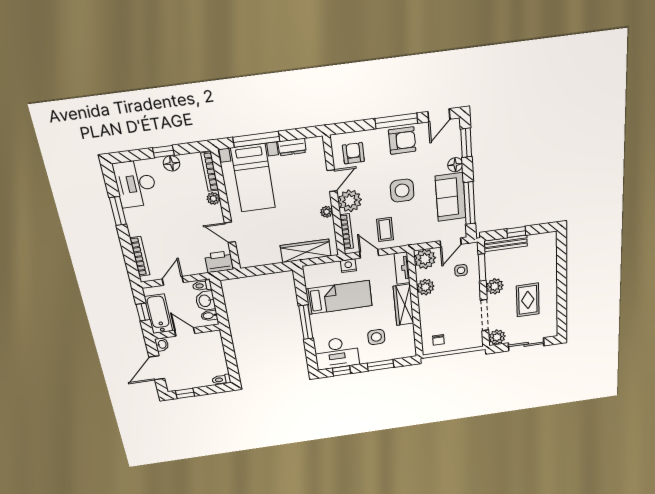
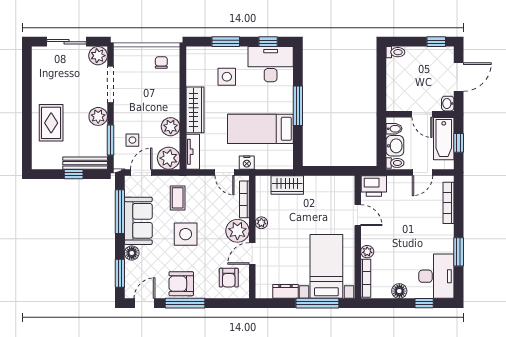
window: (163, 151) -> (424, 303), moved
coffee table: (385, 229) -> (178, 198), moved
wardrobe: (306, 251) -> (287, 185), width x0.67
rug: (528, 300) -> (51, 123), moved

